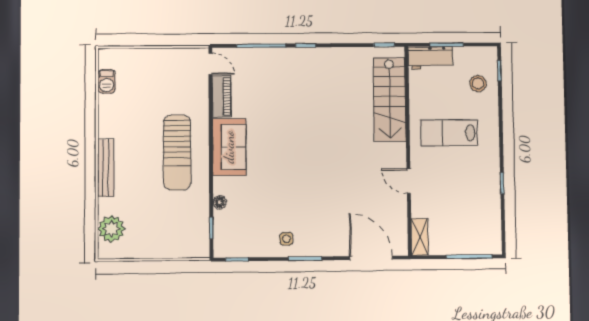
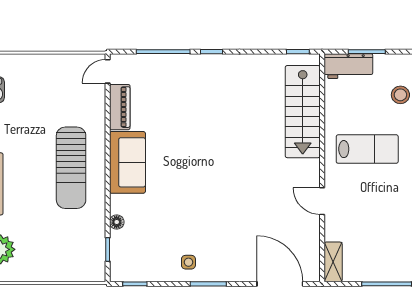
door: (210, 64) -> (108, 71), swing flipped
lab bench: (449, 133) -> (367, 149), turned 180

